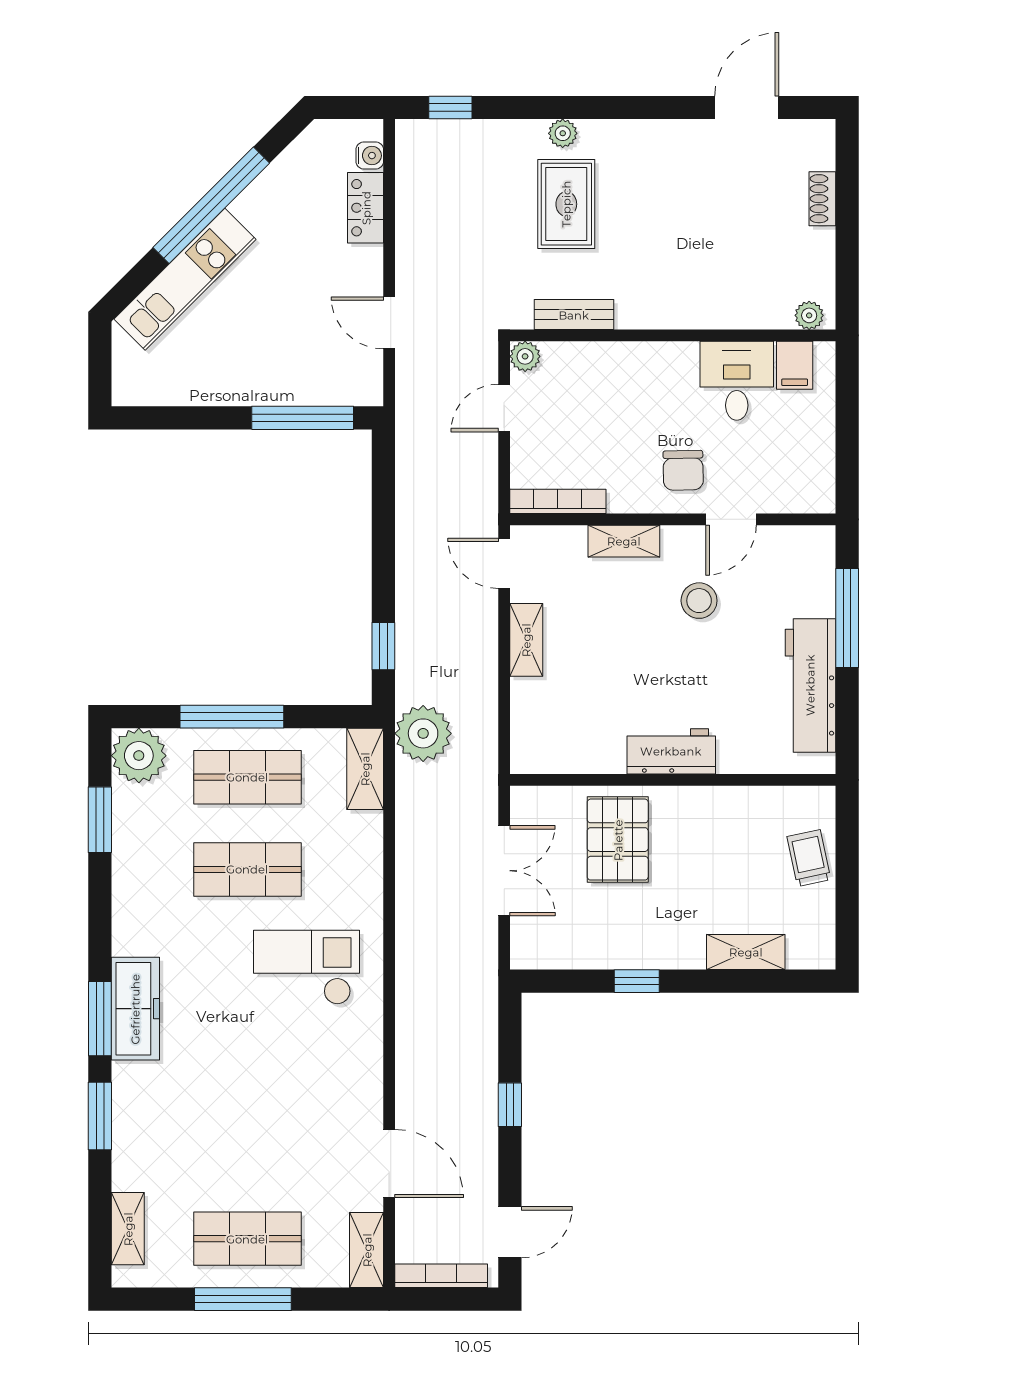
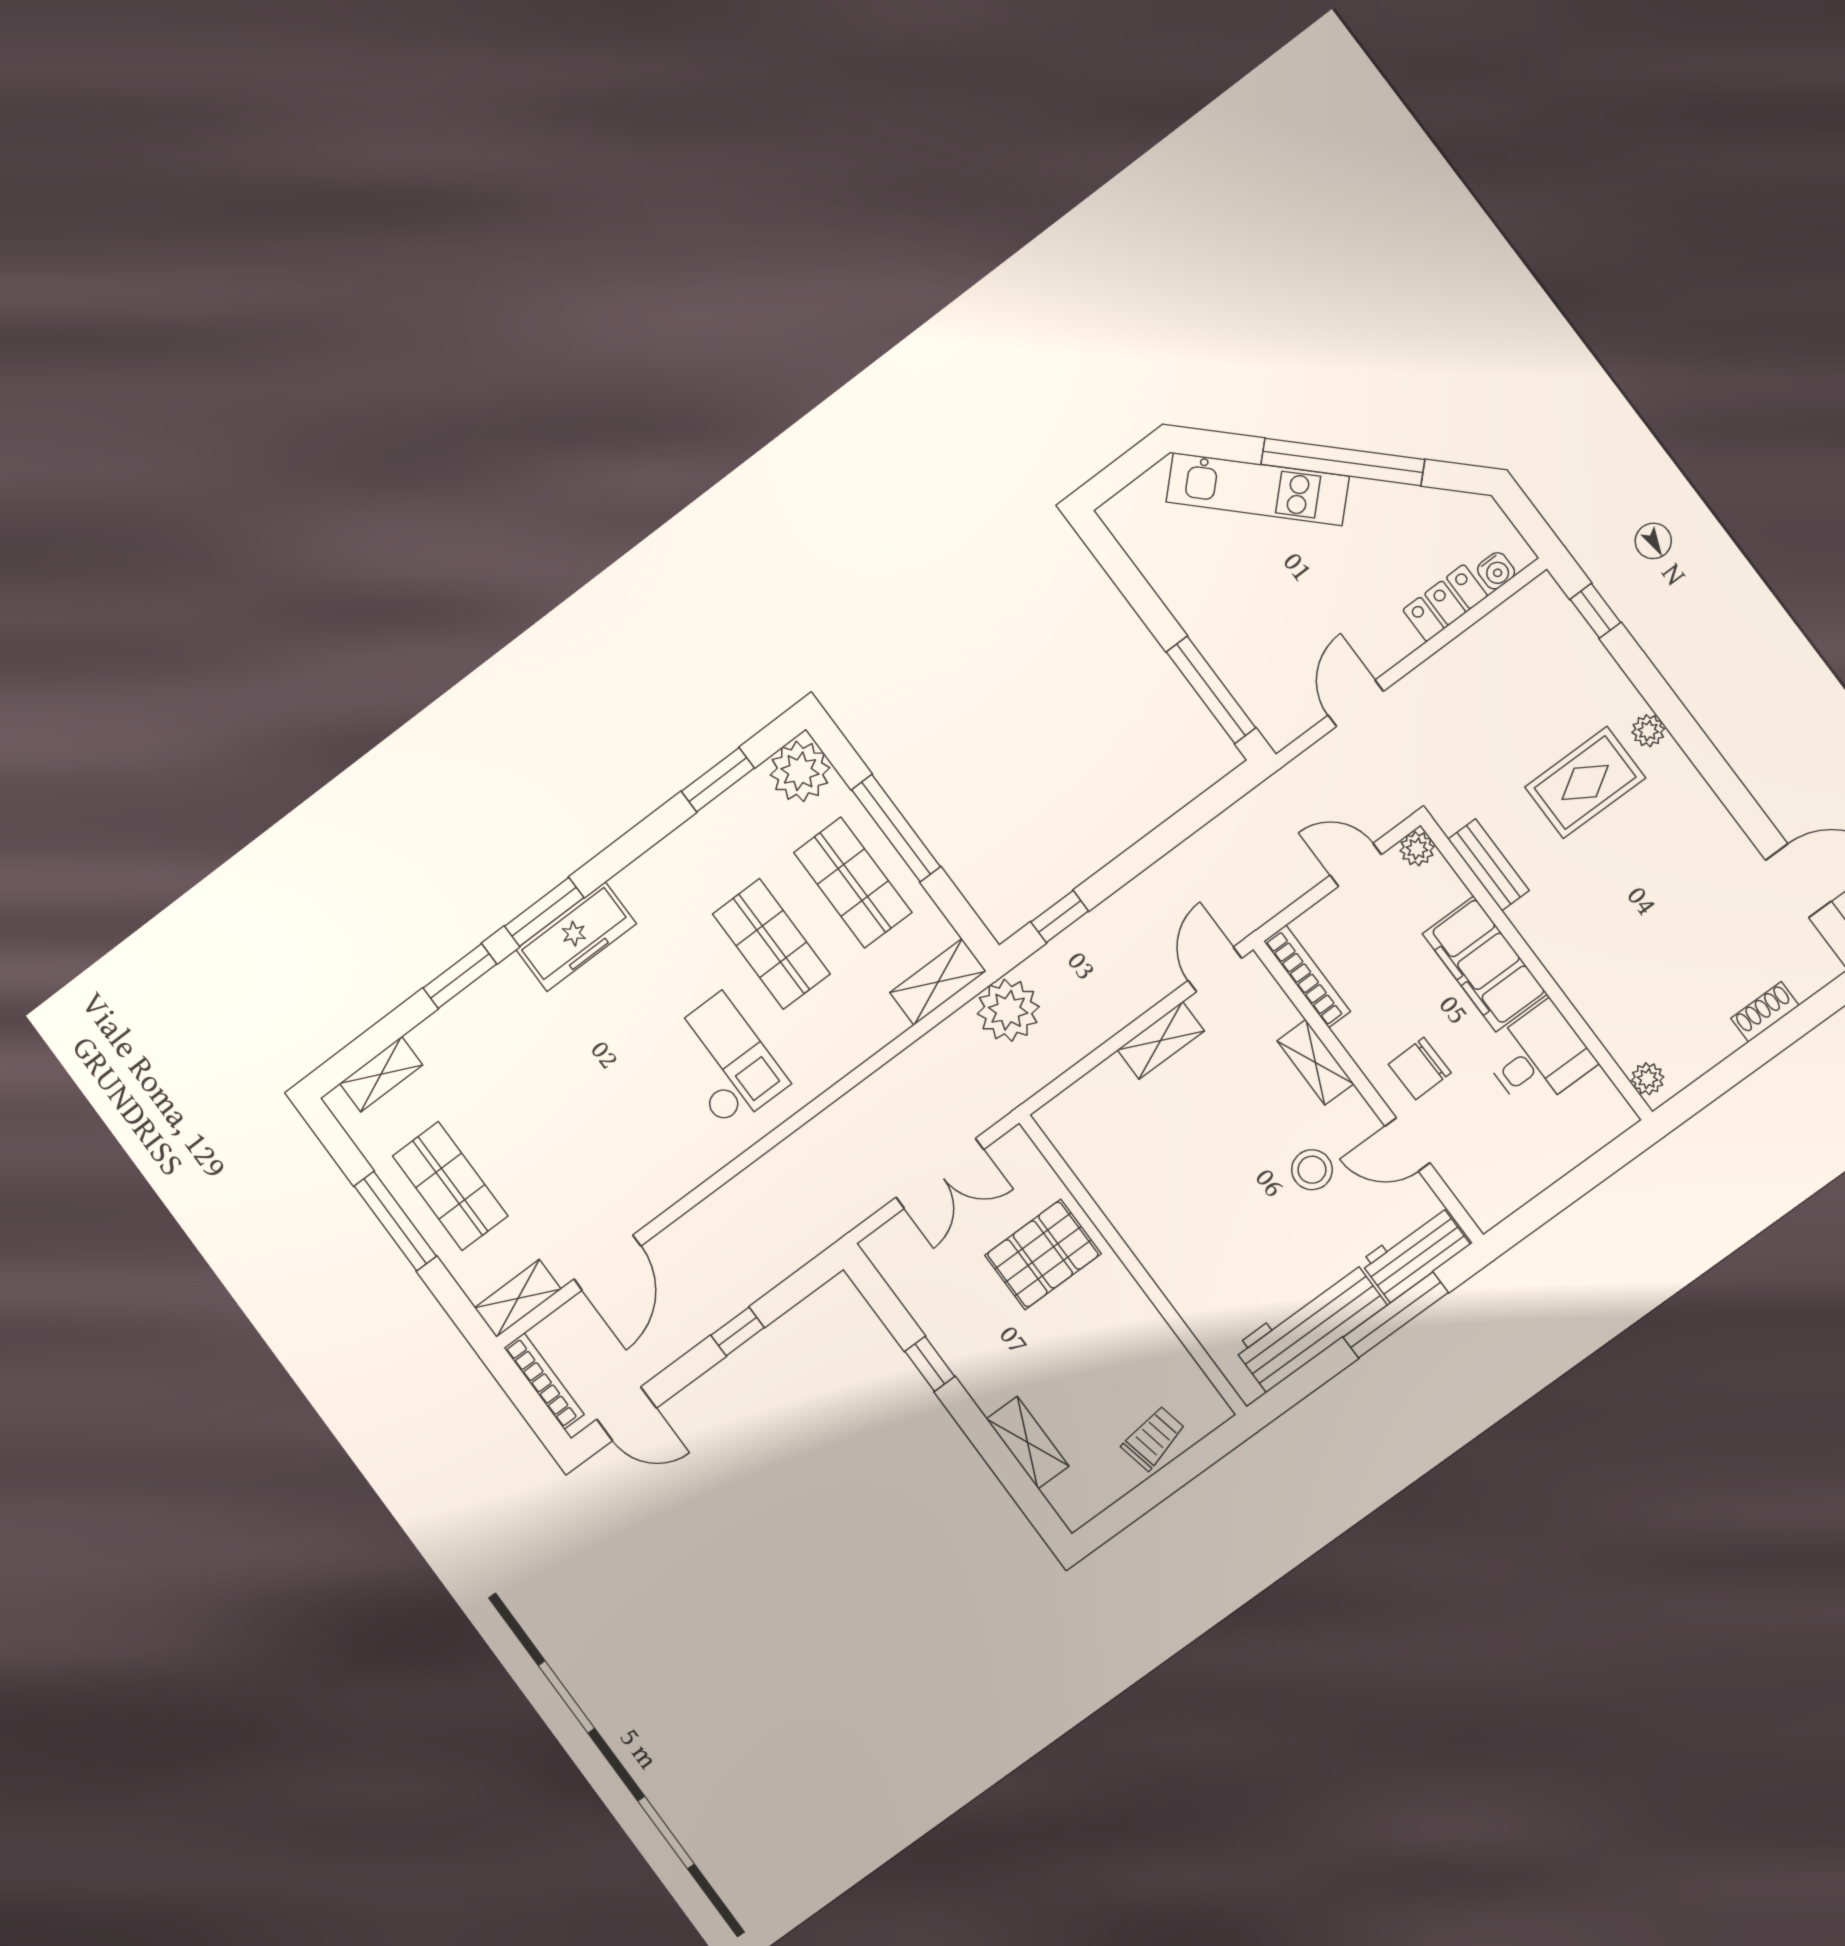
filing cabinet: (795, 365) -> (1485, 964), moved, width x3.00, depth x1.17
workbench: (671, 751) -> (1415, 1253), moved, turned -90

